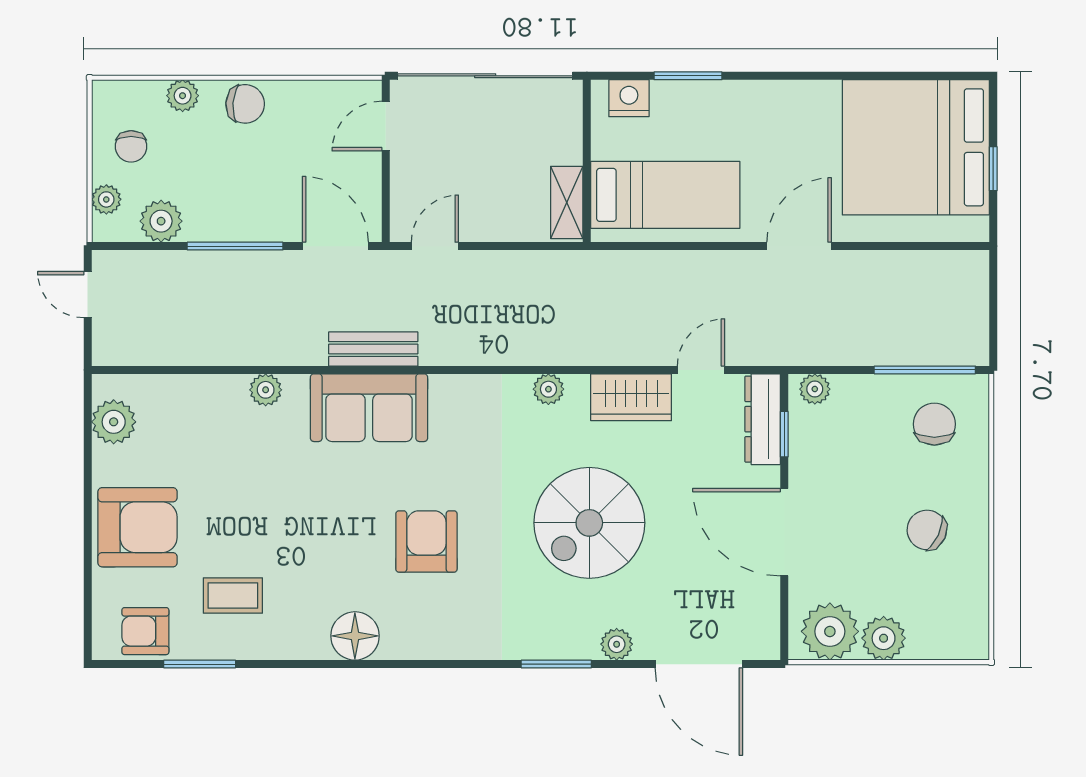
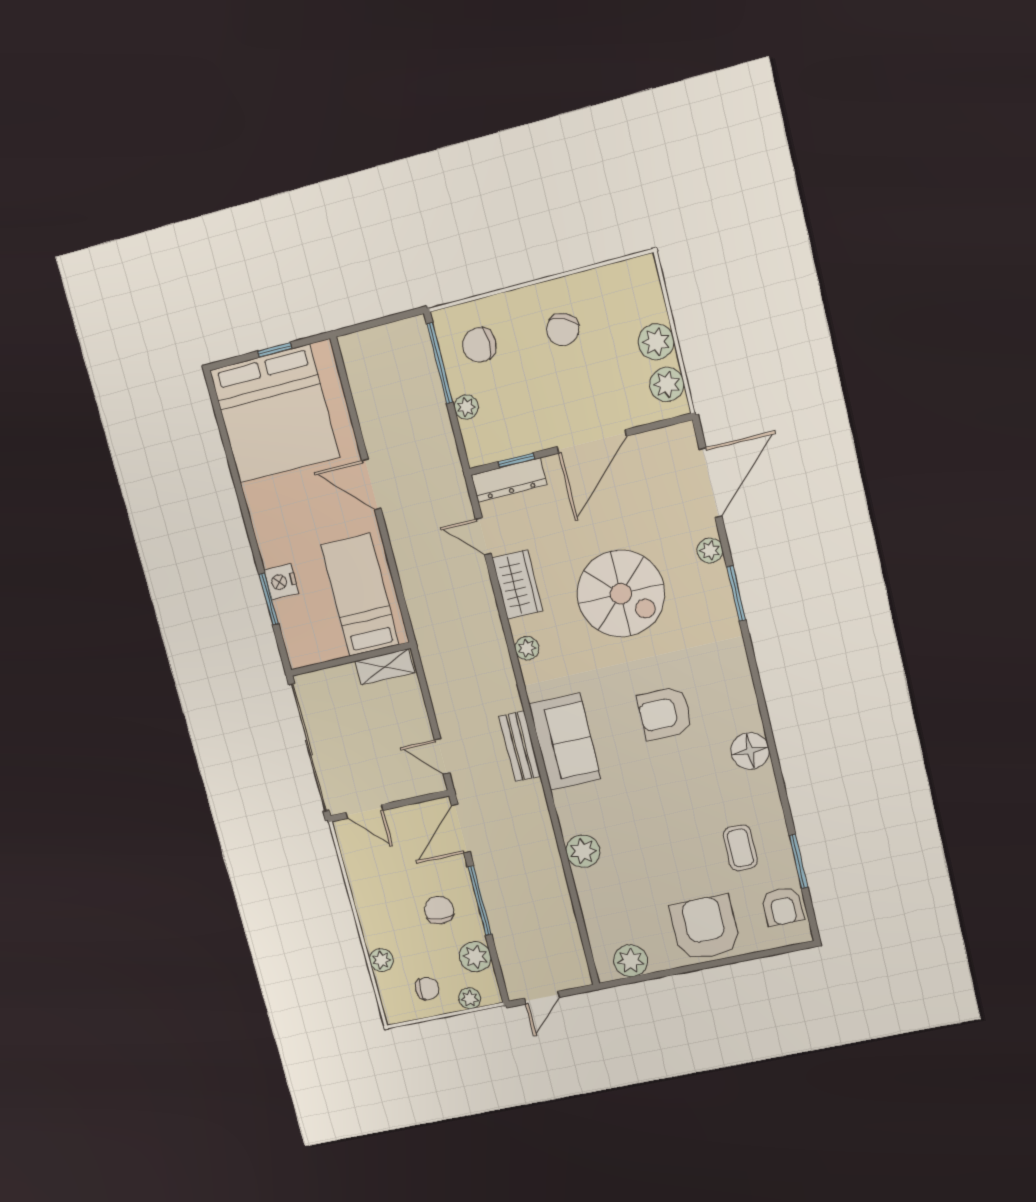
nightstand: (629, 98) -> (281, 582), moved
chair: (245, 104) -> (439, 910), moved
bench: (373, 349) -> (520, 746), moved
plant: (815, 389) -> (466, 407), moved
plant: (266, 390) -> (583, 851), width x1.38, depth x1.38
sofa: (369, 408) -> (565, 742), moved
plant: (830, 631) -> (667, 384), width x0.73, depth x0.73

